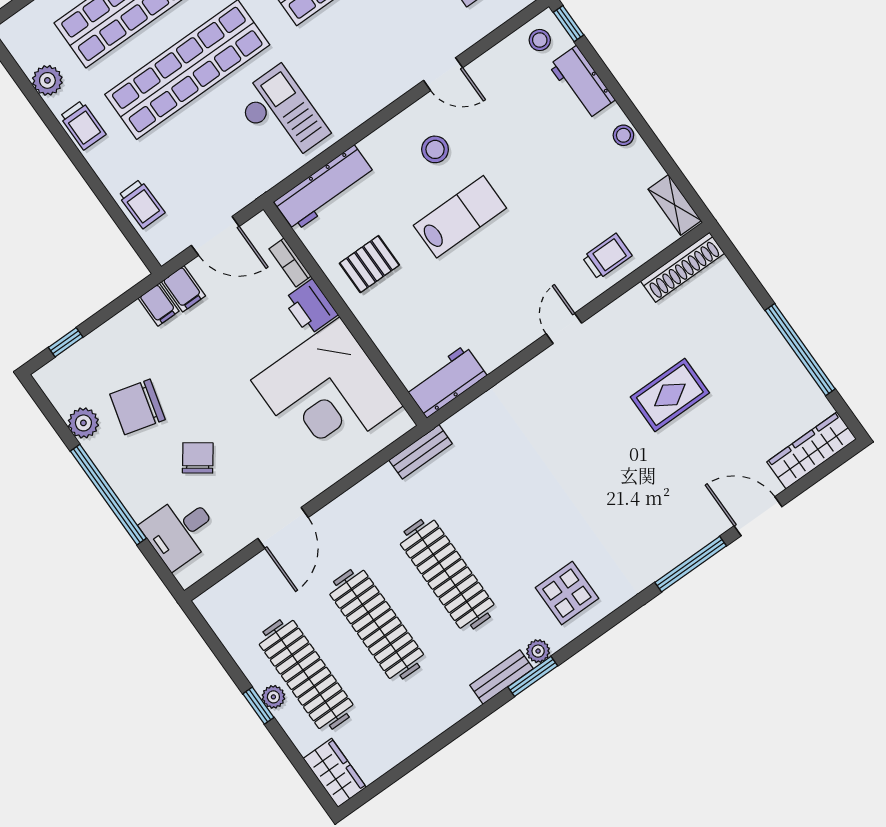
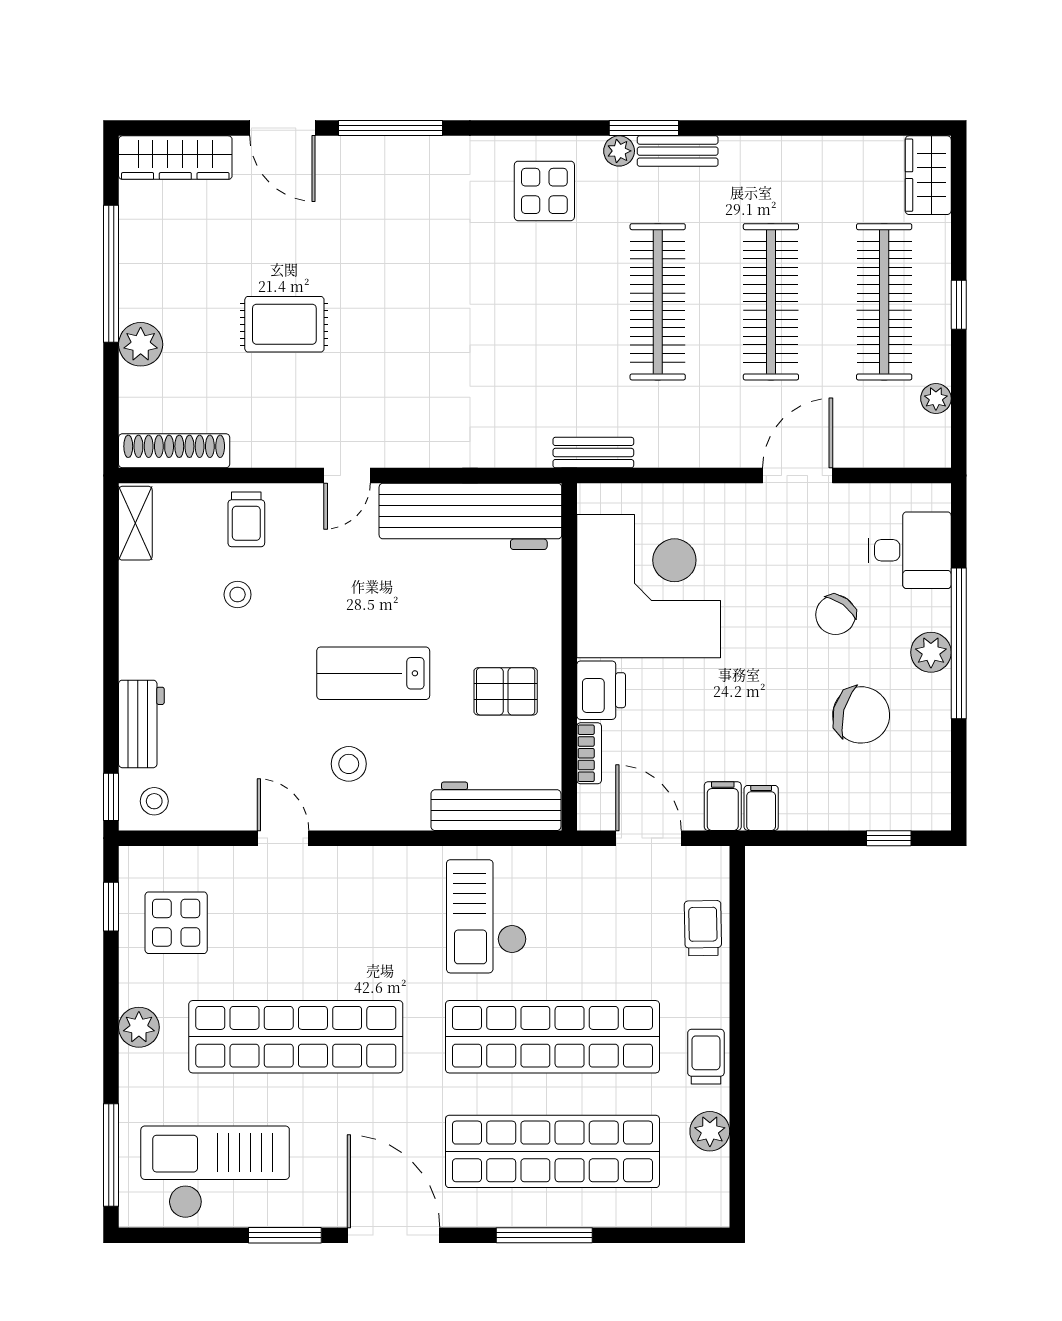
stool: (623, 135) -> (238, 595), moved
trolley: (607, 256) -> (246, 519), turned -90
plant: (751, 319) -> (141, 344), added
workbench: (446, 381) -> (470, 516), width x1.88, depth x1.32
plant: (83, 423) -> (931, 652), moved
plant: (273, 697) -> (936, 399), moved

